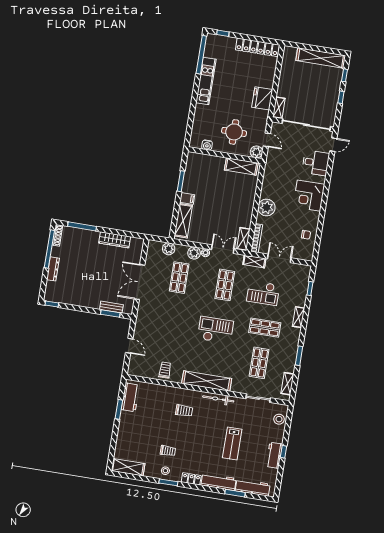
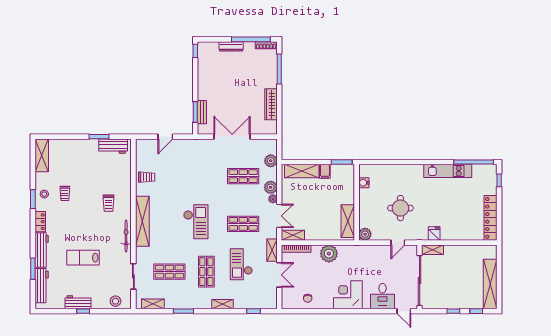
fridge: (262, 98) -> (434, 234), width x0.53, depth x0.75
water cooler: (207, 145) -> (364, 183), moved
plant: (256, 152) -> (365, 234), moved
wall: (225, 155) -> (357, 202), moved
shelving: (241, 166) -> (348, 221), moved

